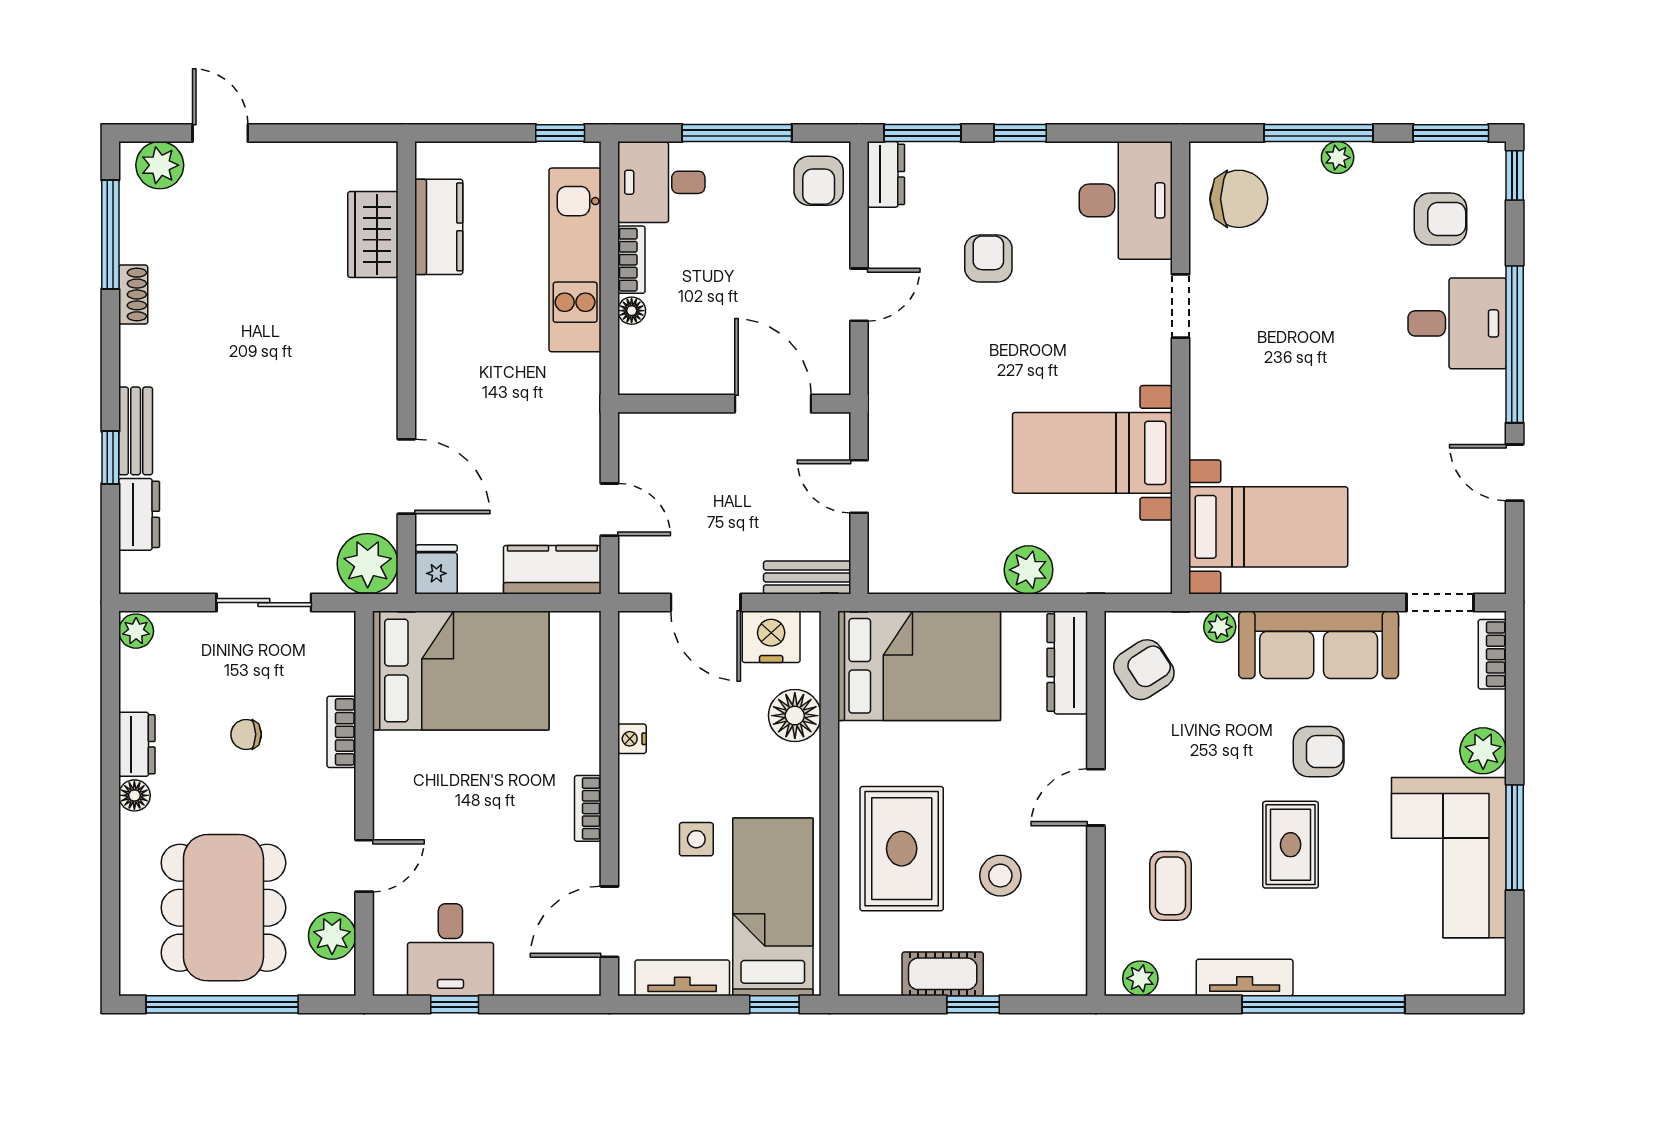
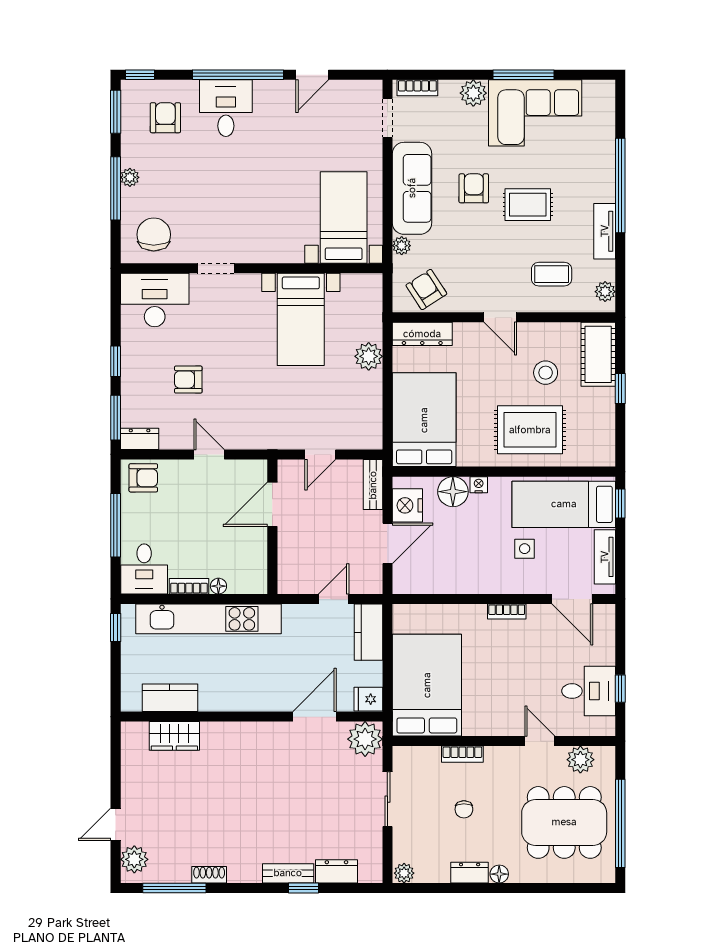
kitchen unit: (575, 260) -> (208, 619), width x1.36
nightstand: (632, 739) -> (479, 485), moved, turned 180
cot: (943, 974) -> (598, 354), moved, width x1.37, depth x1.34

